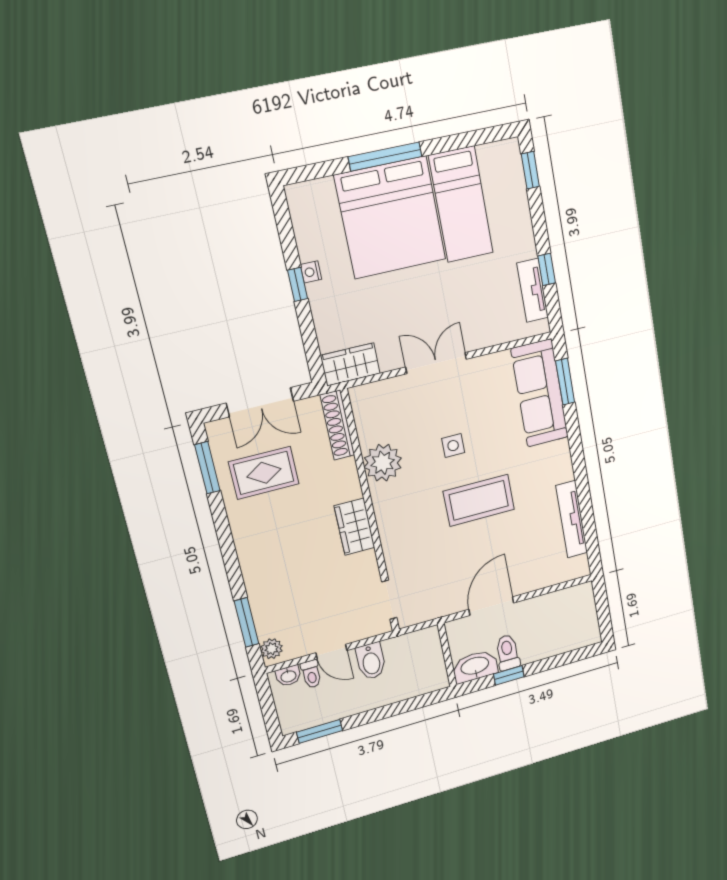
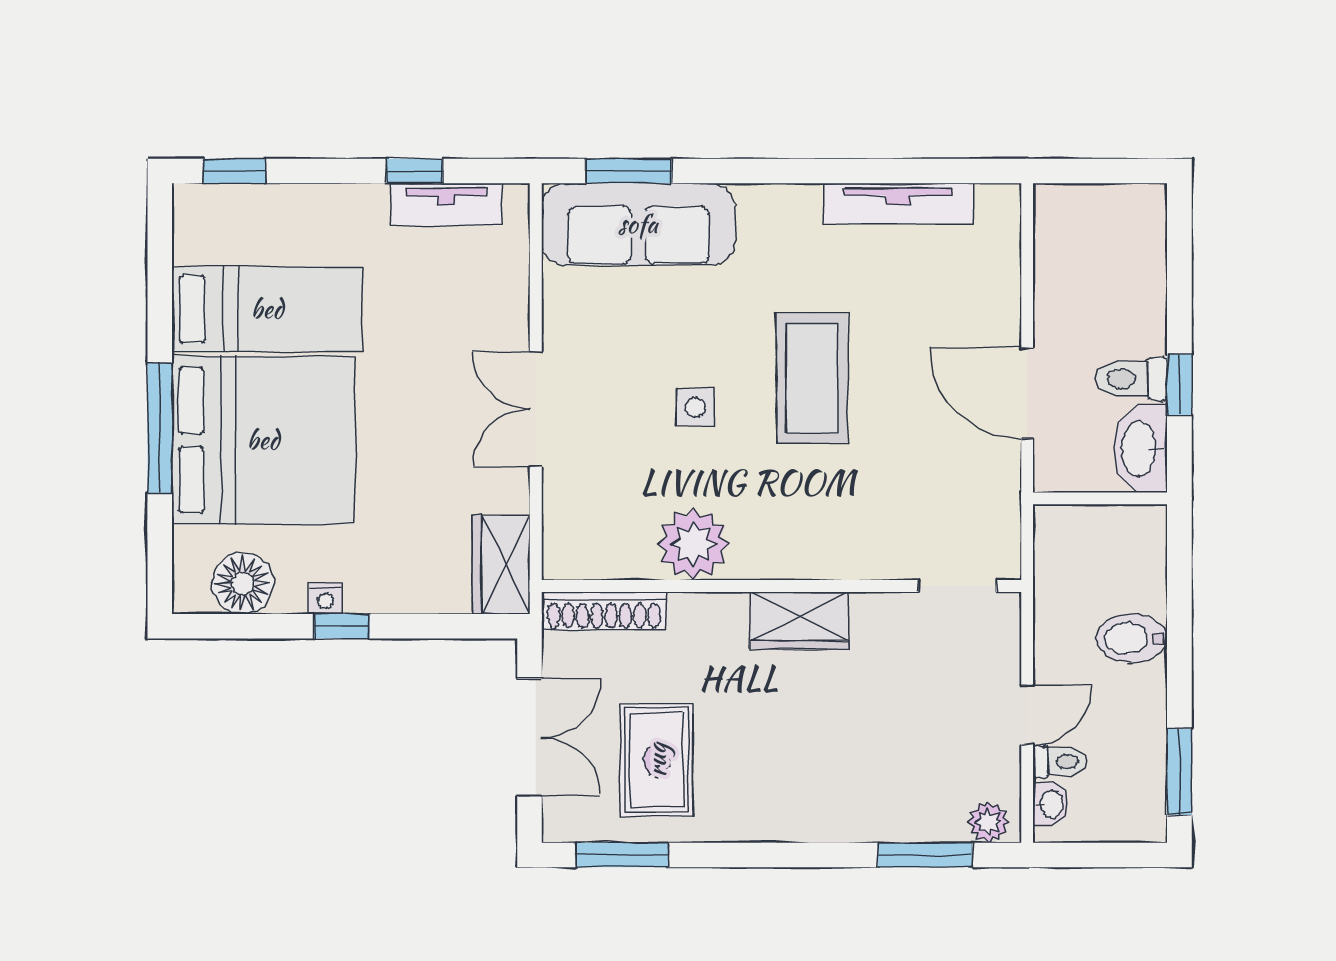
floor lamp: (309, 223) -> (243, 583), added
bidet: (371, 661) -> (1132, 638), moved, turned 180

